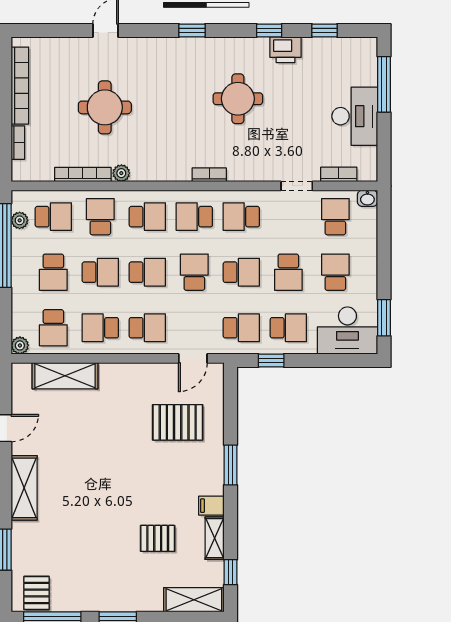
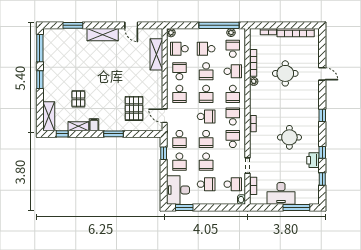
school desk: (53, 217) -> (233, 49), turned 180
school desk: (288, 272) -> (206, 162), turned -90
pallet: (37, 593) -> (52, 41), removed

